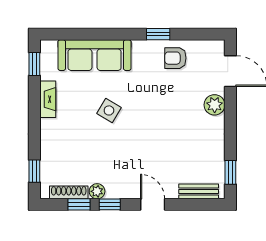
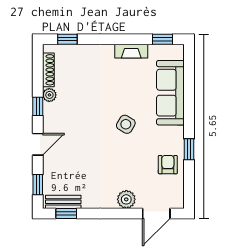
side table: (109, 110) -> (126, 124), moved
bench: (199, 191) -> (63, 202), moved, turned 90
window: (79, 204) -> (38, 185), moved

